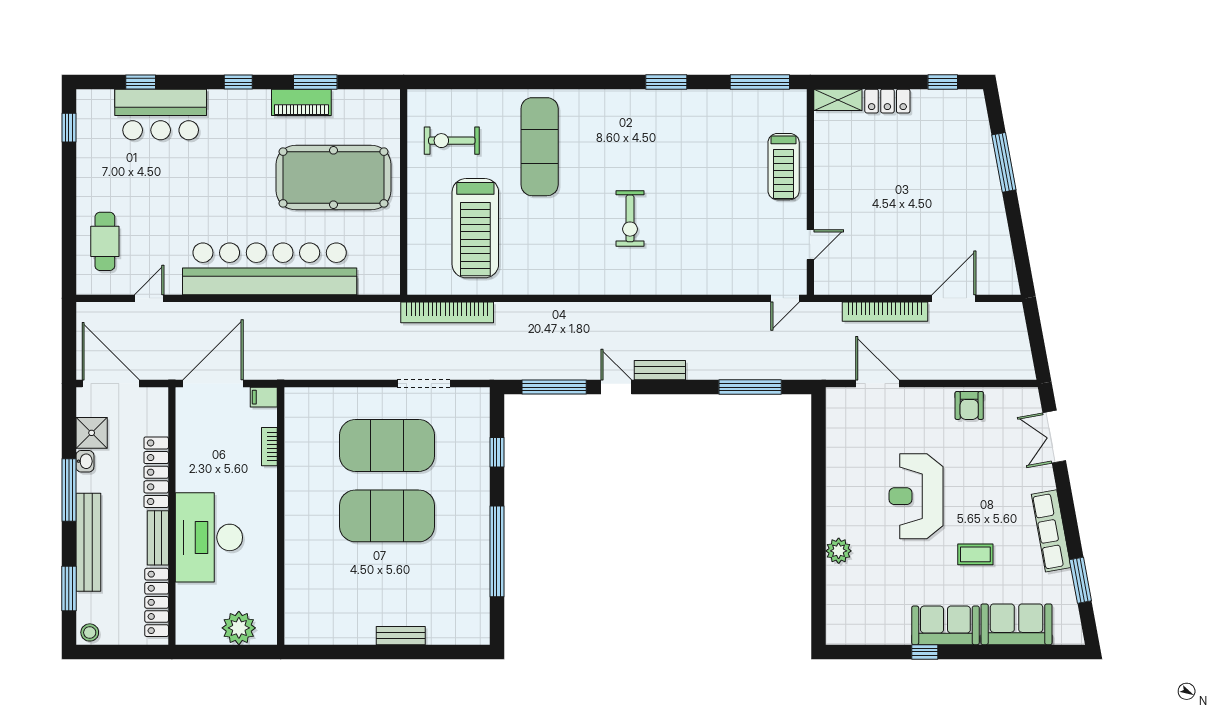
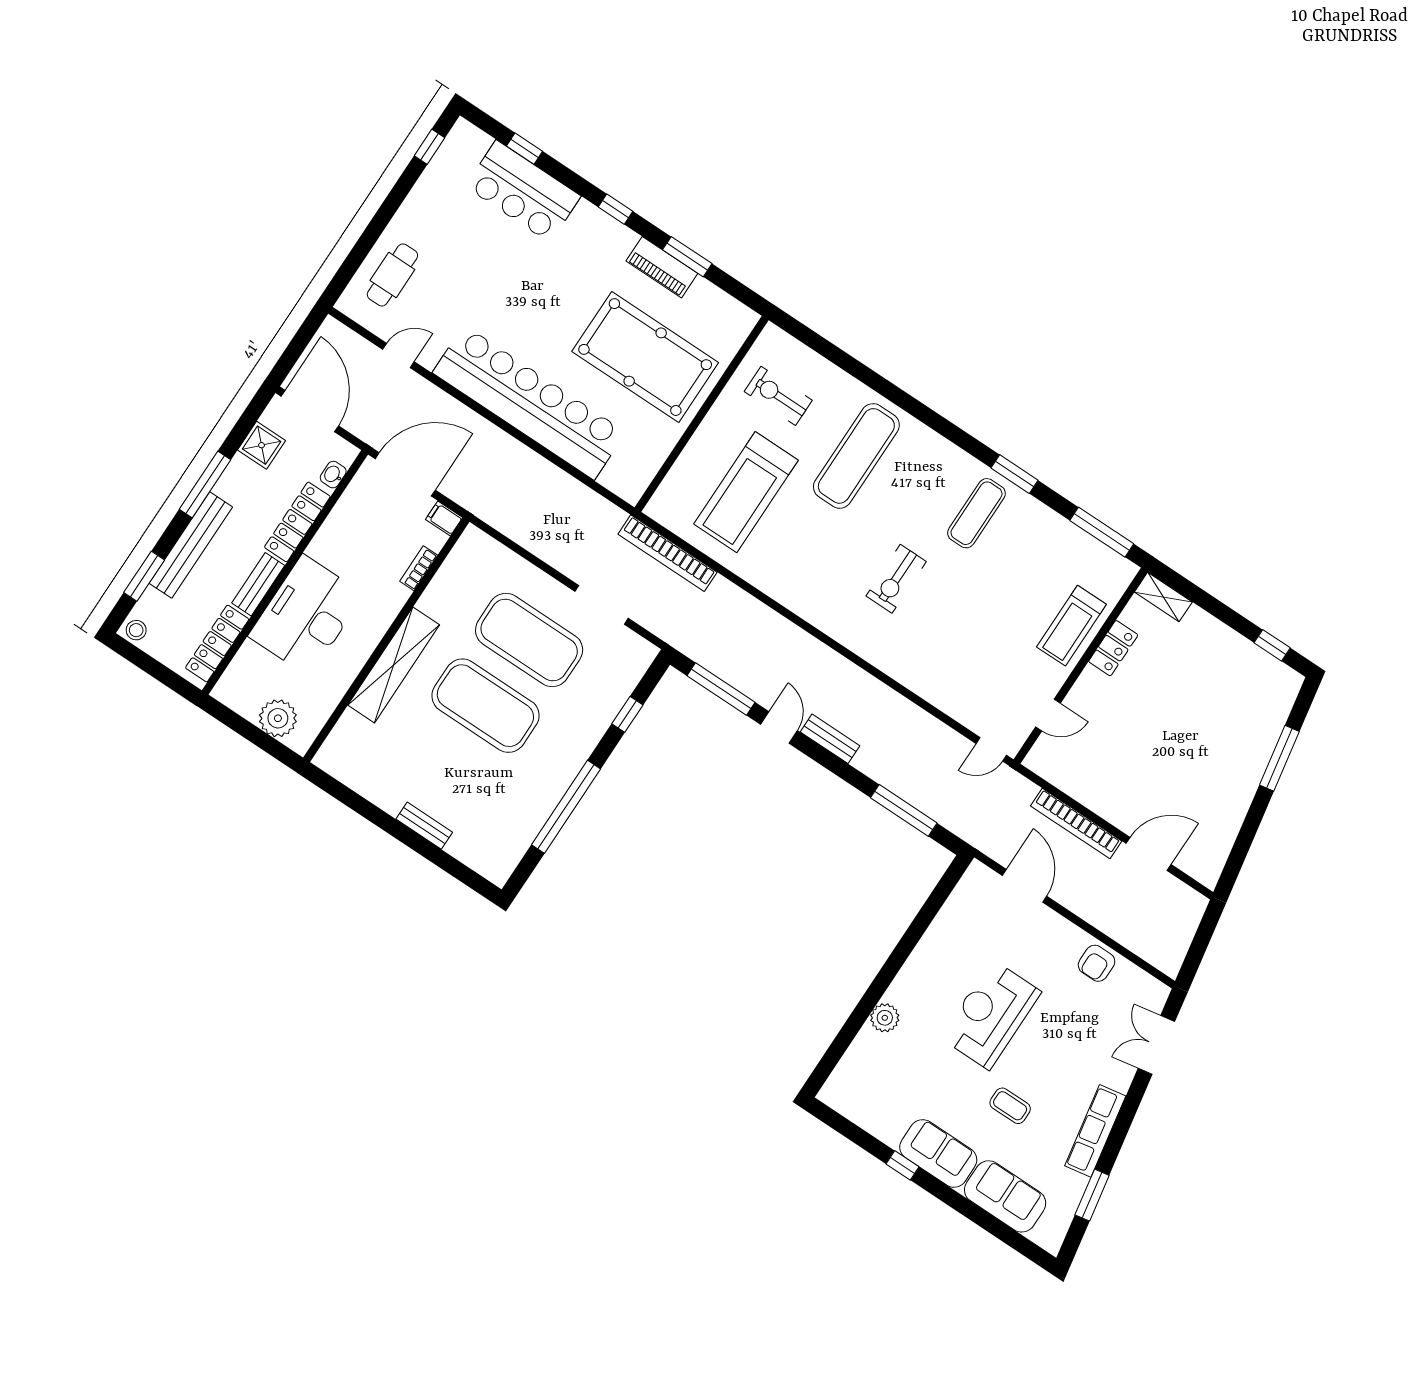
locker: (887, 101) -> (1113, 648), moved, turned -90
exercise mat: (657, 130) -> (976, 513), added
washbasin: (85, 461) -> (333, 475), moved, turned 180
shelving: (299, 531) -> (394, 665), added

